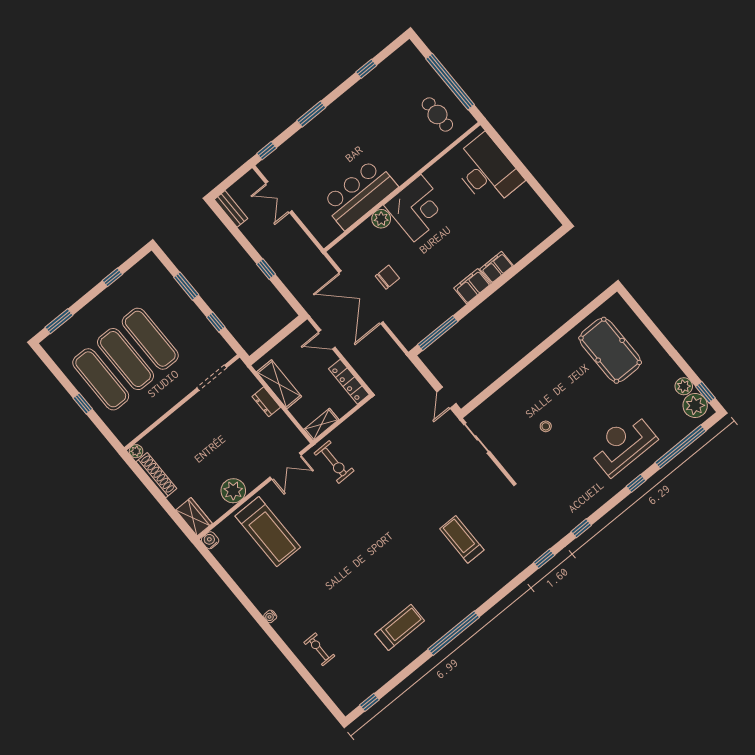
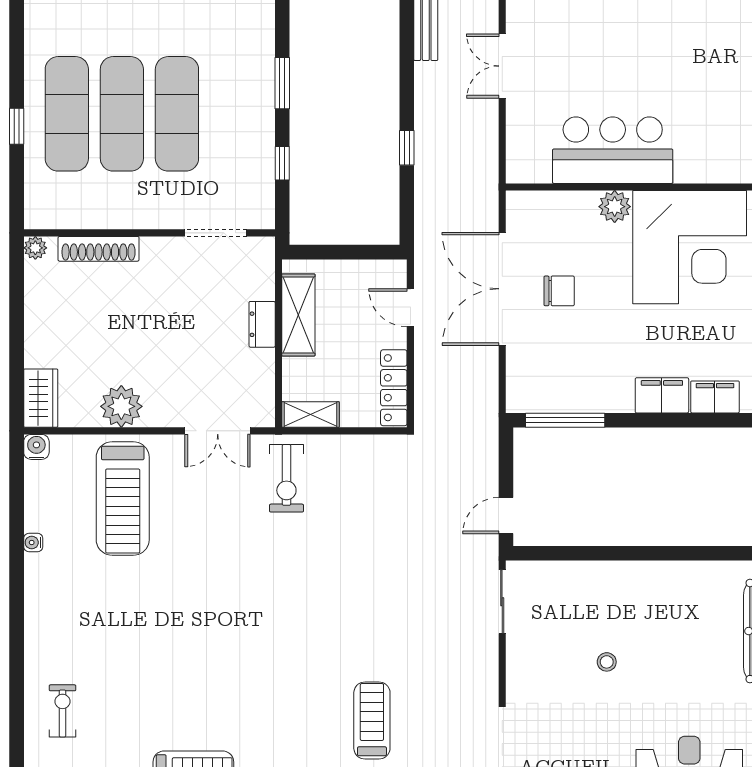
corner desk: (418, 208) -> (690, 247), width x1.36, depth x1.36
shoe rack: (156, 475) -> (99, 249), moved, turned 90
water cooler: (270, 616) -> (33, 542), moved

